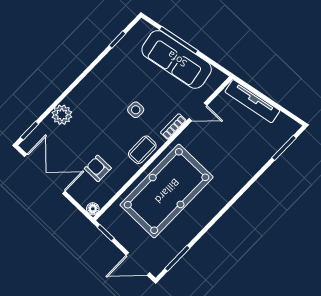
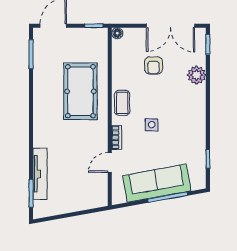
tv unit: (252, 101) -> (40, 174), moved, turned 100
armchair: (98, 168) -> (153, 65), moved, turned 90
pool table: (167, 191) -> (80, 91), width x0.73, depth x0.76

